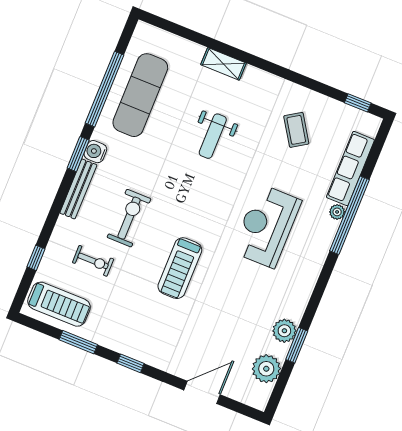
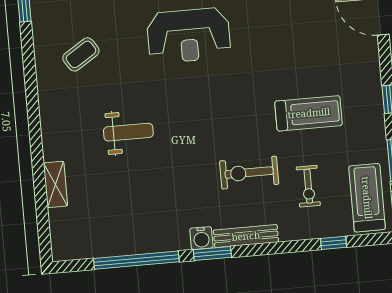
shelving: (223, 64) -> (55, 184), moved
exercise mat: (140, 95) -> (124, 223), removed
exercise bike: (93, 261) -> (308, 186), turned 180
treadmill: (180, 268) -> (309, 113), moved

